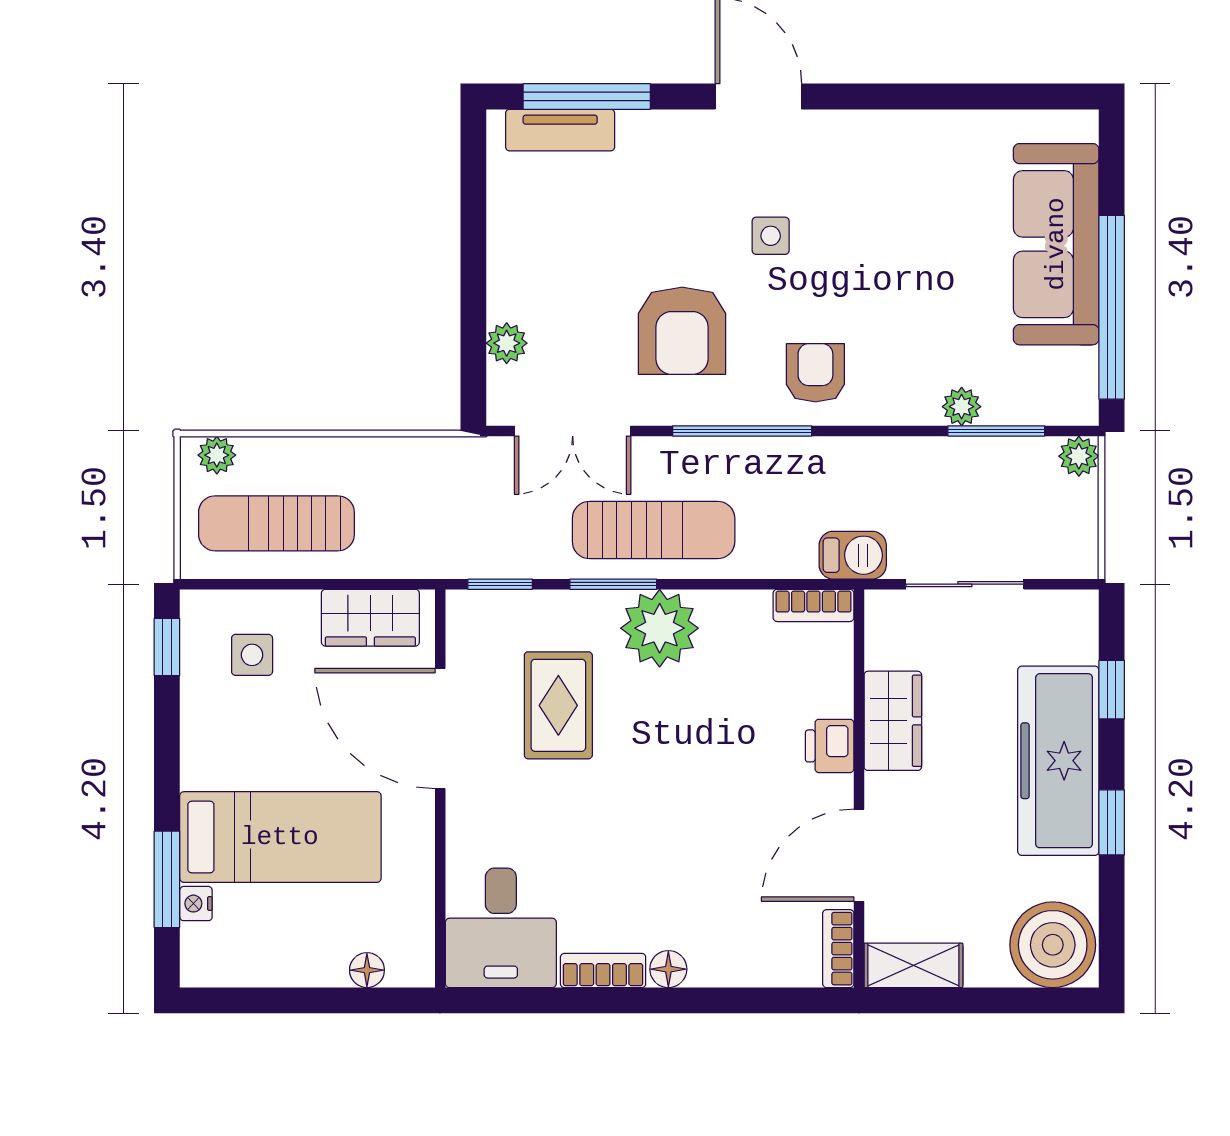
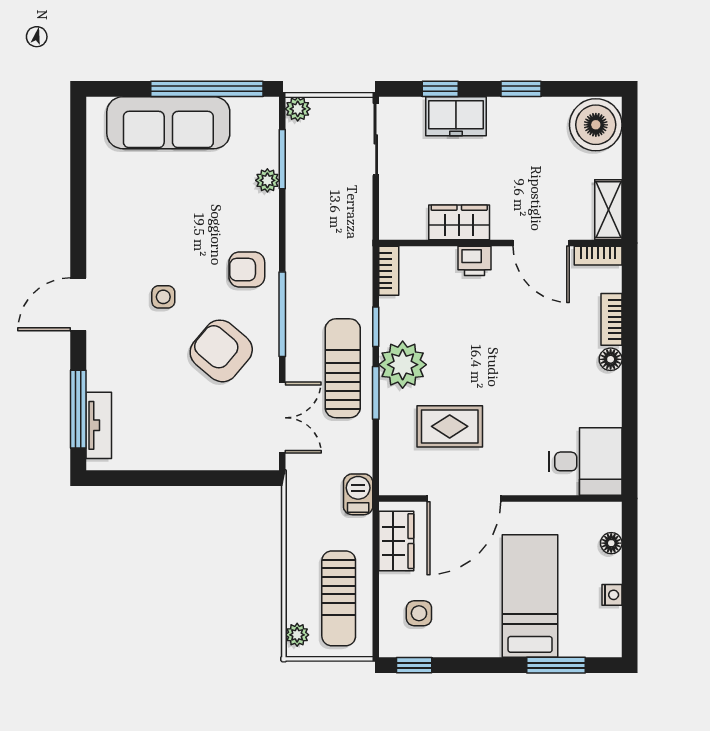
armchair: (682, 331) -> (221, 351), turned -140
plant: (507, 343) -> (229, 458), removed
barbecue: (853, 555) -> (358, 494), moved
window: (500, 584) -> (376, 327), moved
sliding door: (965, 584) -> (376, 139), moved
freezer: (1058, 761) -> (456, 116), width x0.52, depth x0.79
nightstand: (196, 904) -> (612, 595), moved, turned -90
bookcase: (603, 971) -> (611, 319), moved

